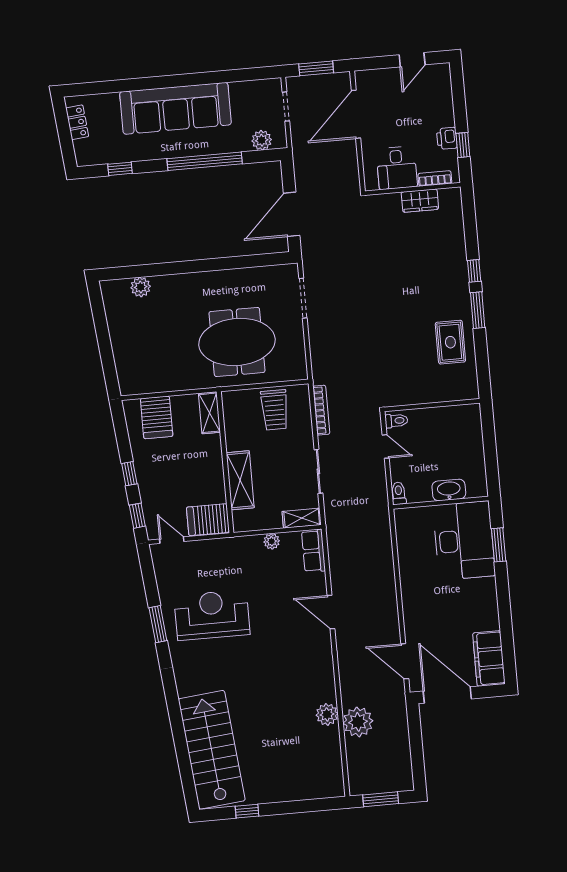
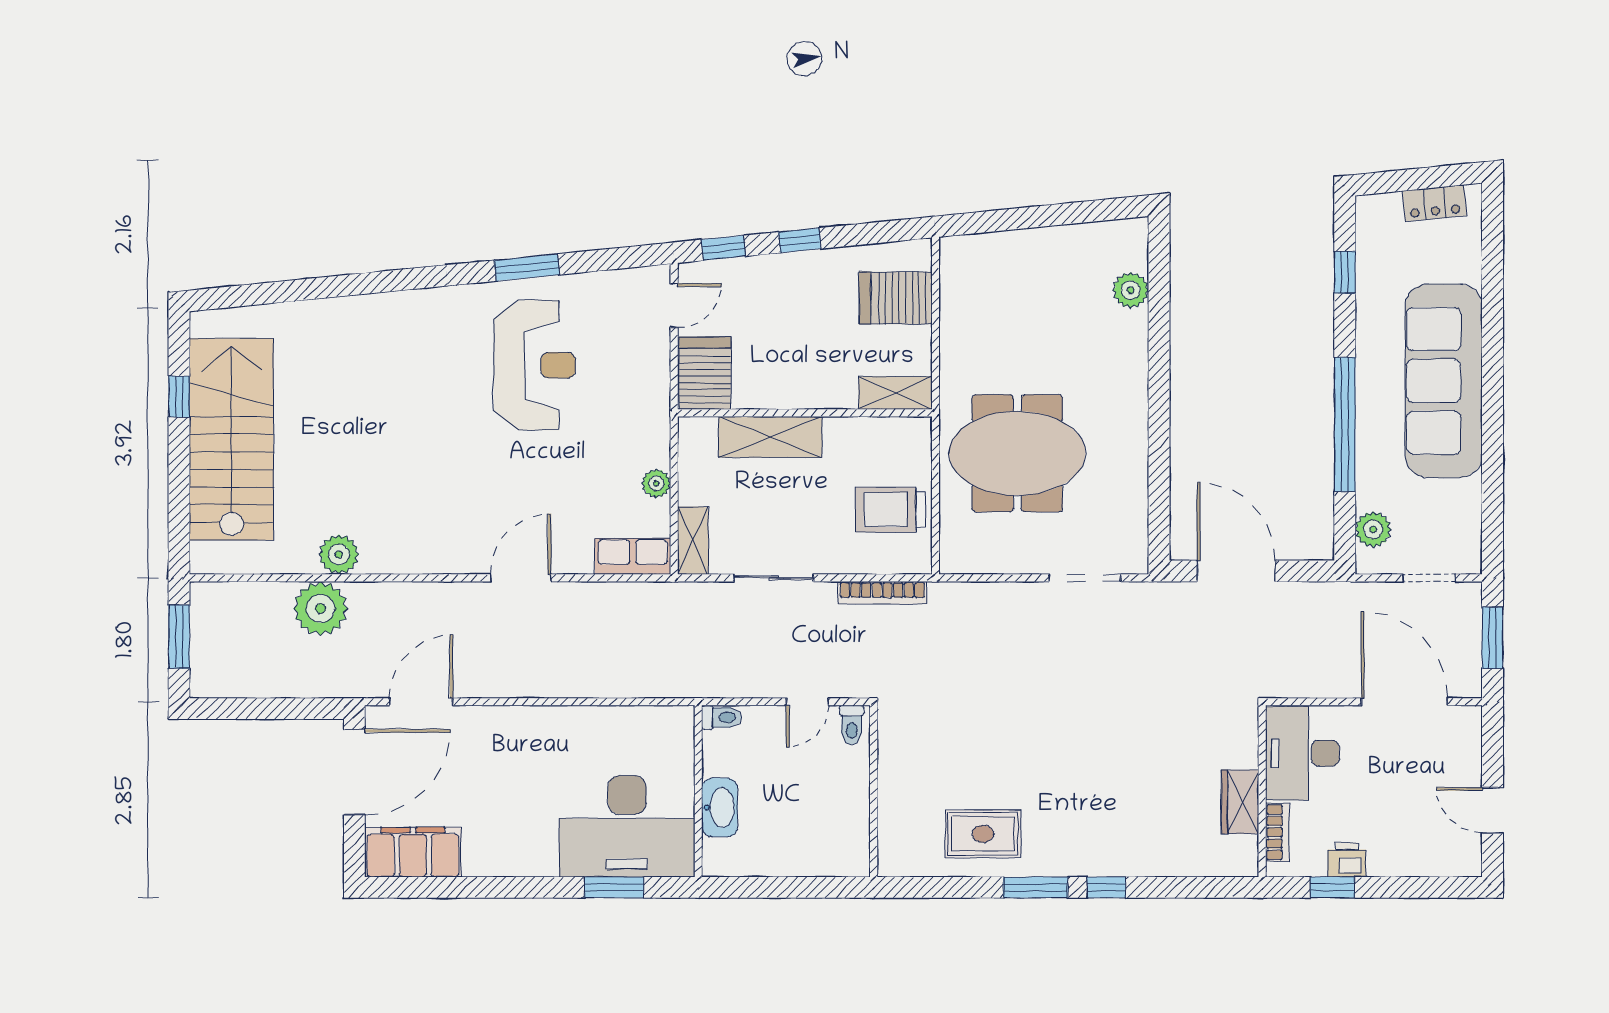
desk: (397, 168) -> (1302, 753), width x1.37
meeting table: (237, 342) -> (1017, 453), turned 90
stairs: (212, 750) -> (231, 439), moved, turned -84

